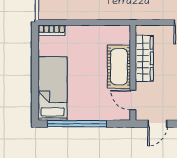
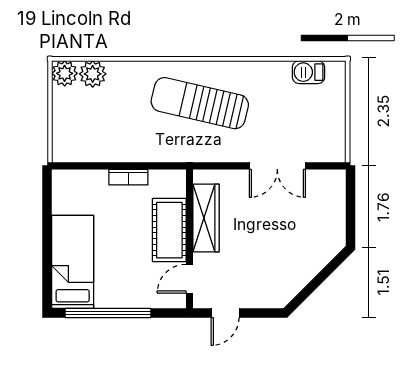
bookcase: (52, 30) -> (128, 177), moved
door: (133, 100) -> (190, 279), hinge flipped

